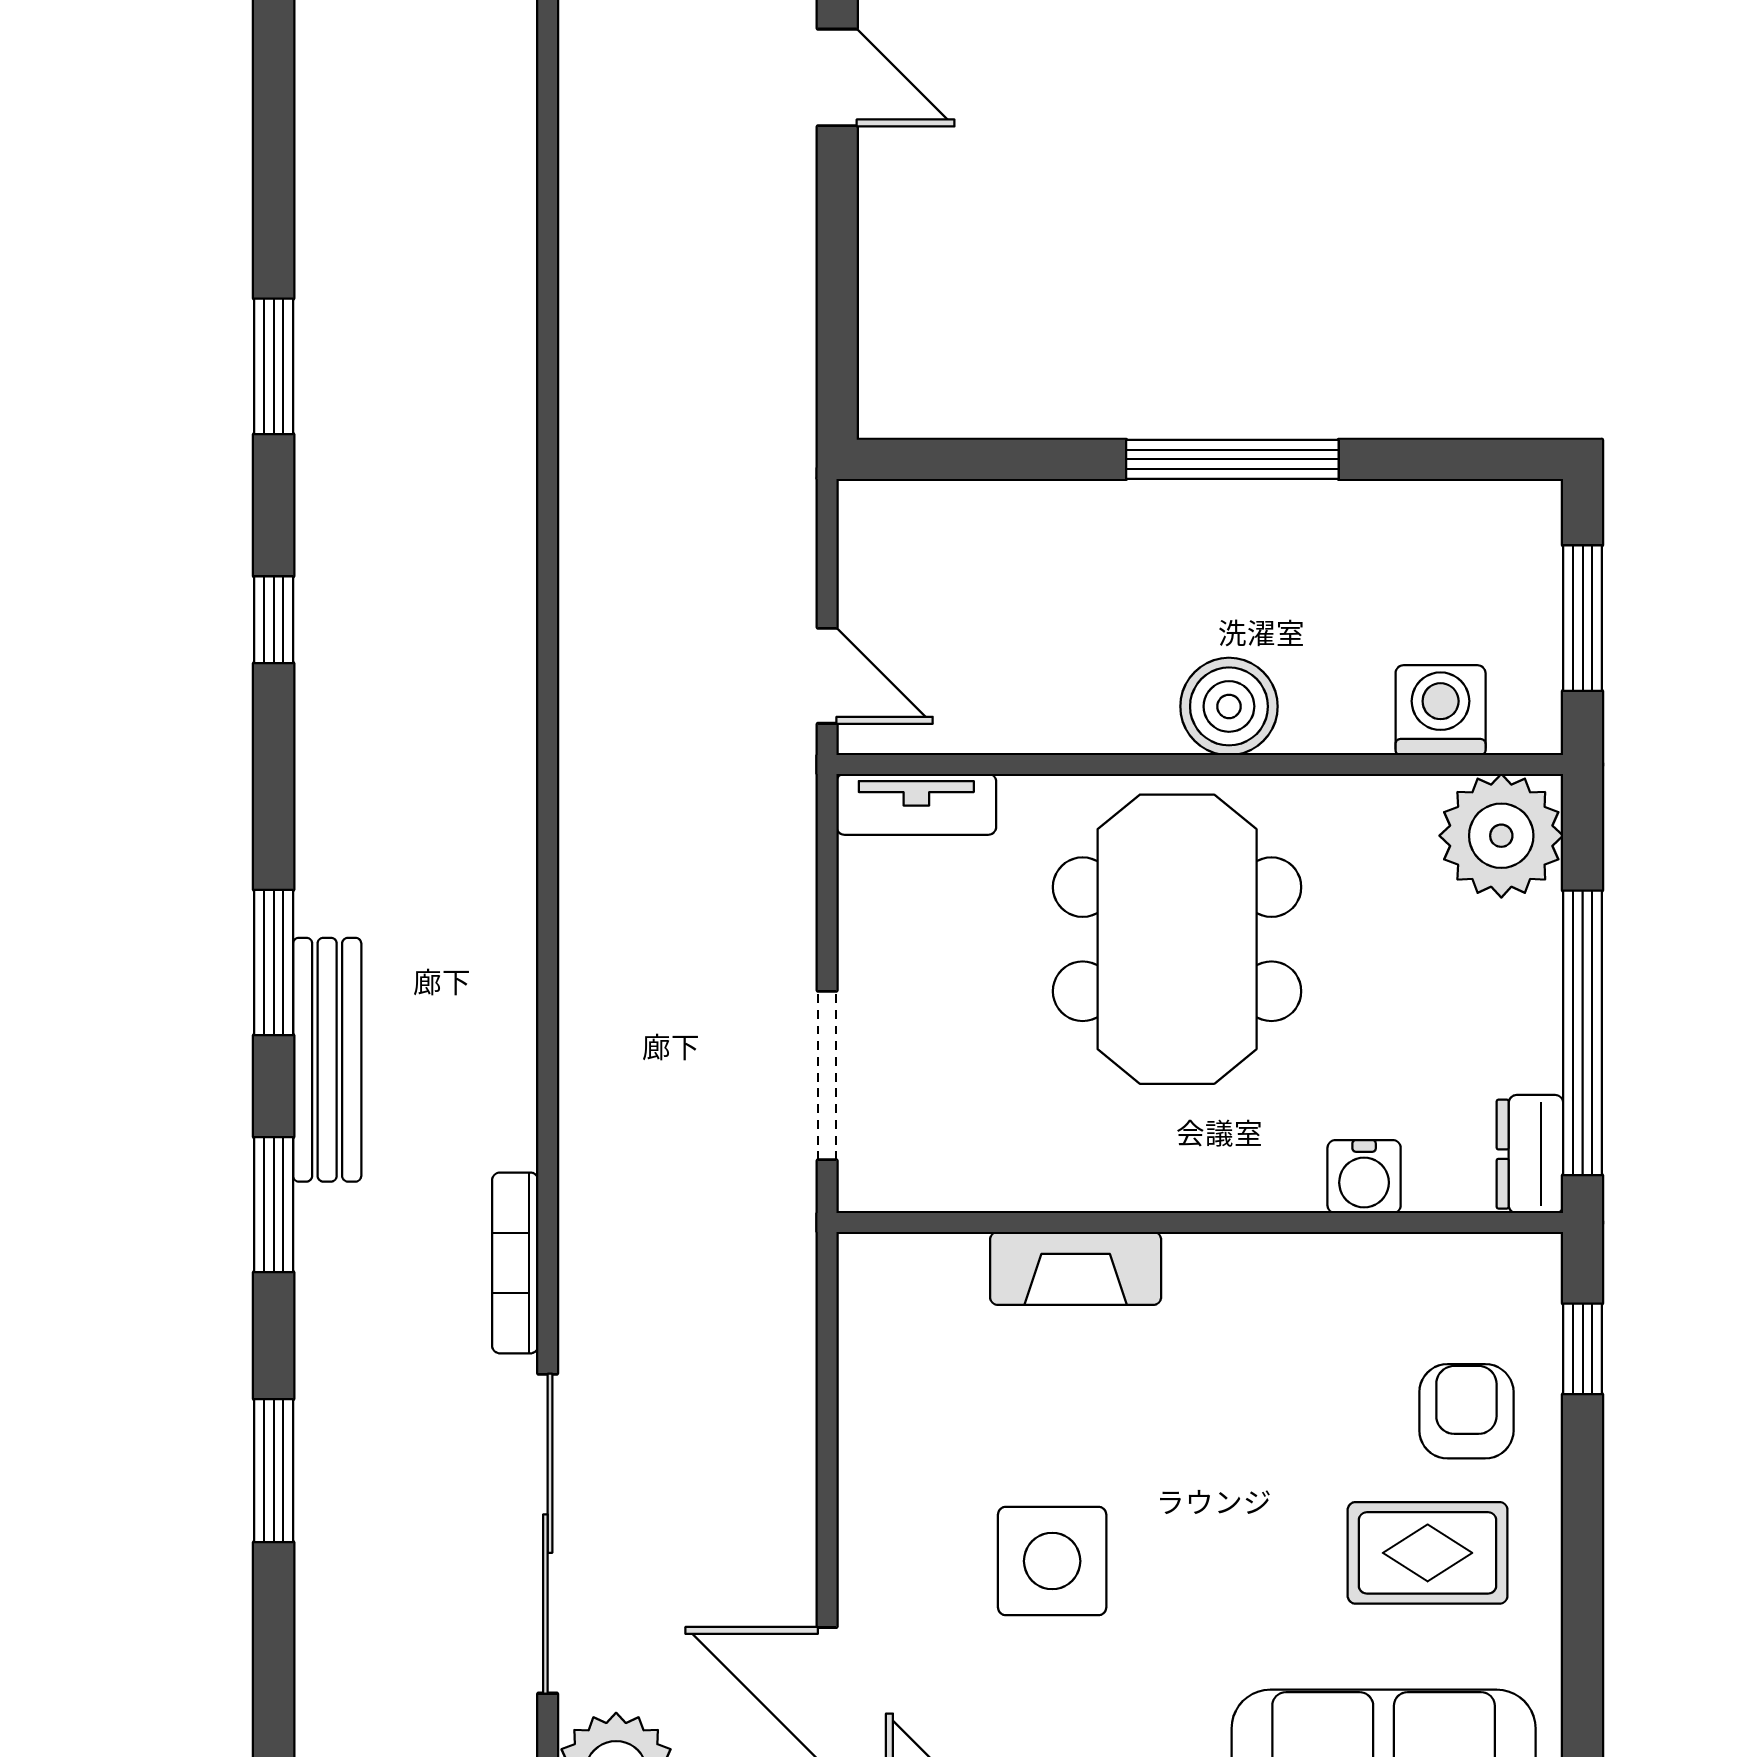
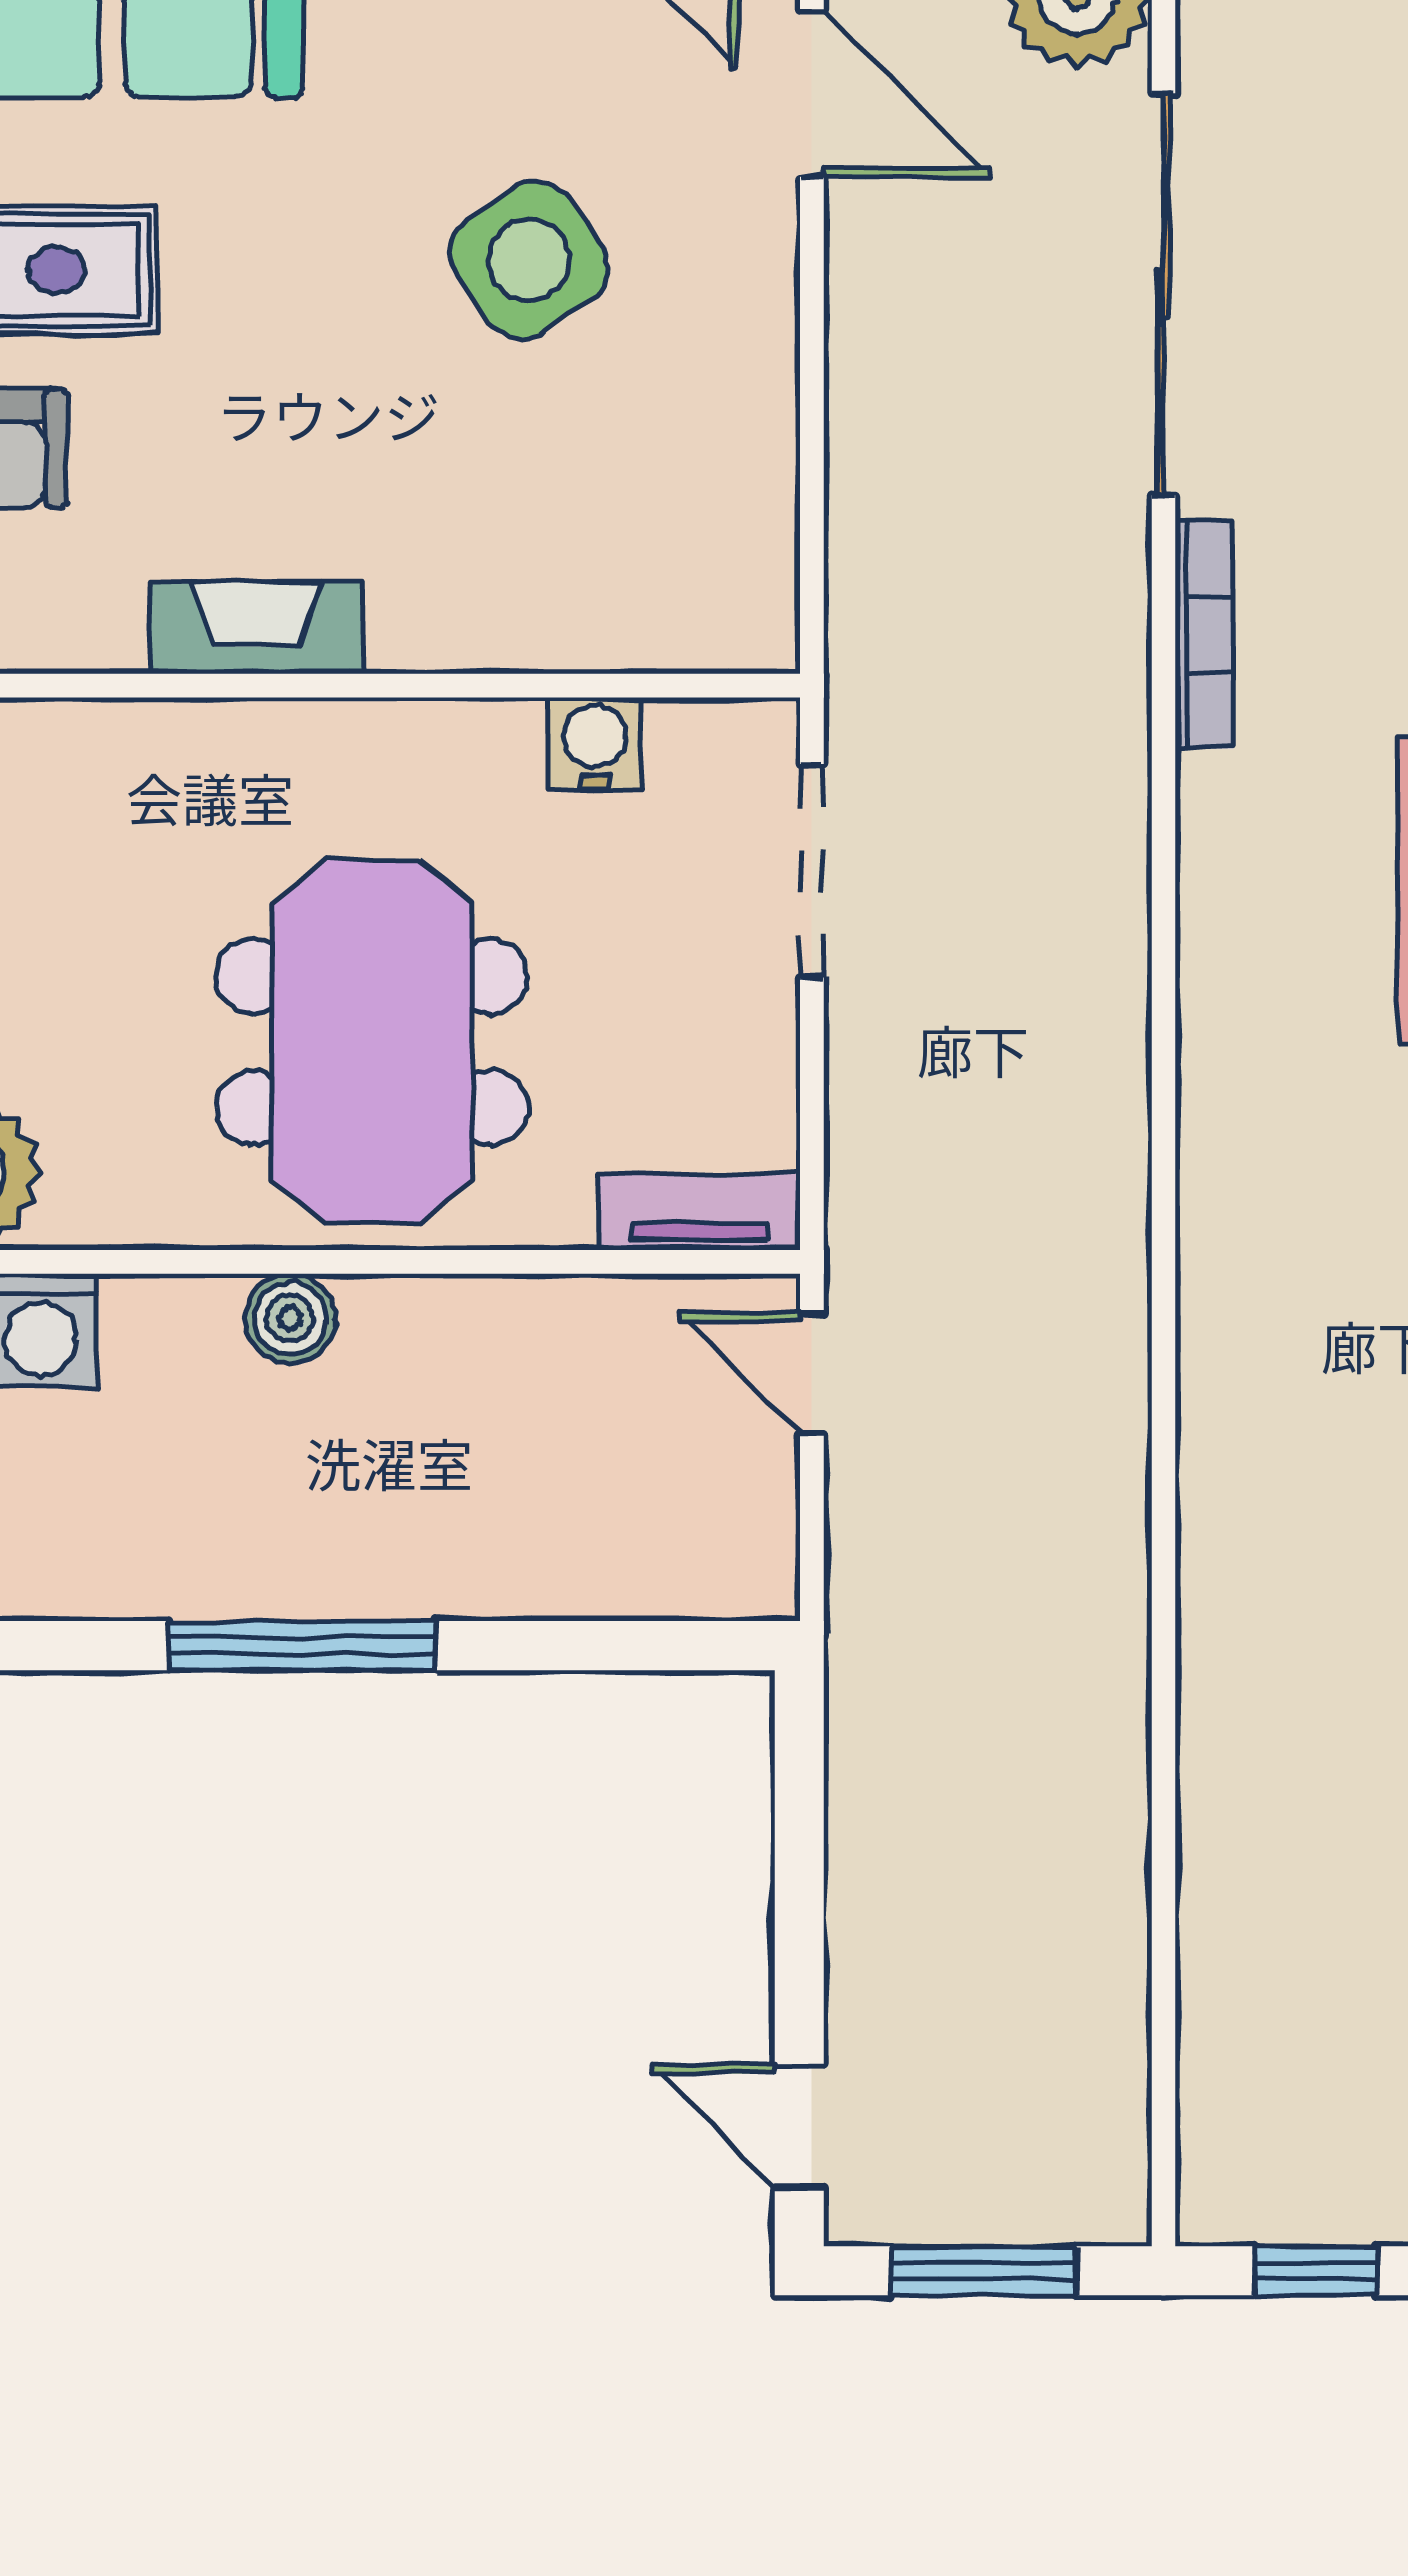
boiler: (1229, 706) -> (290, 1318), width x0.73, depth x0.73
water cooler: (1364, 1177) -> (595, 743), moved
fireplace: (1076, 1268) -> (256, 628), moved
side table: (1052, 1561) -> (529, 260), turned -35

